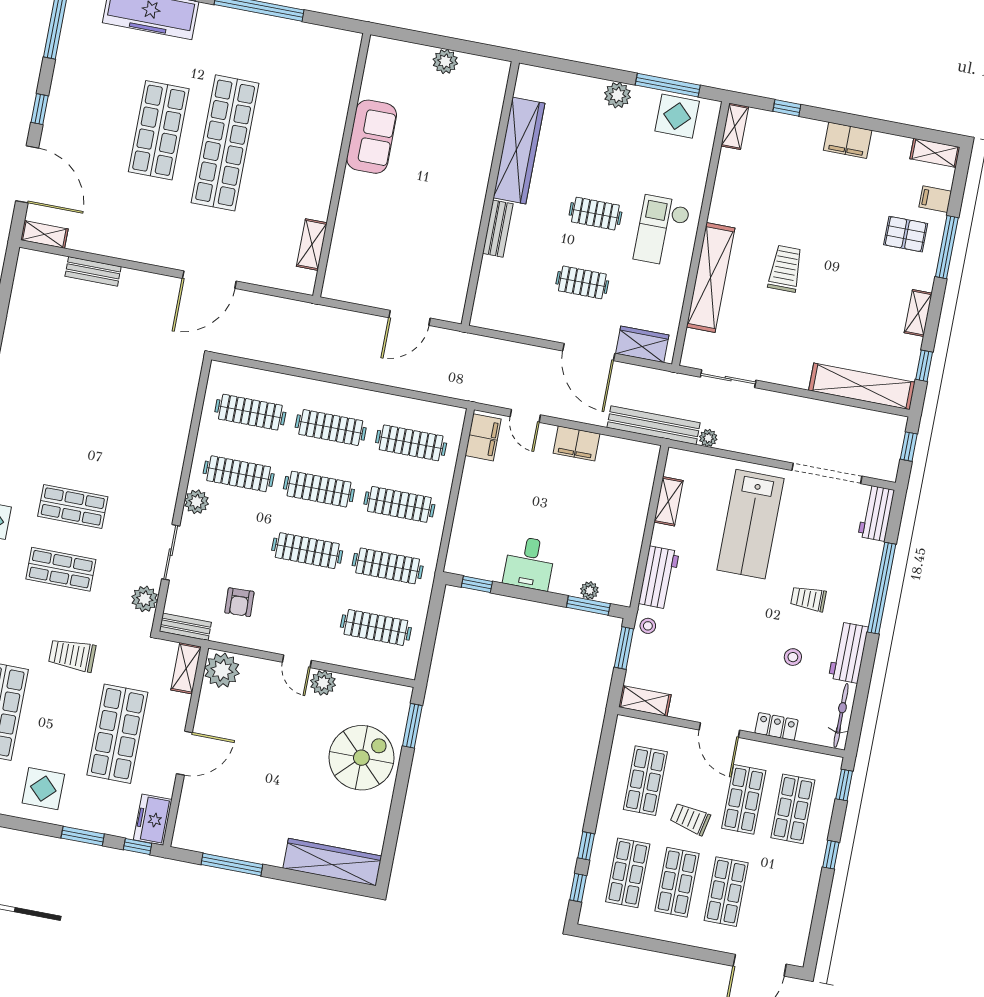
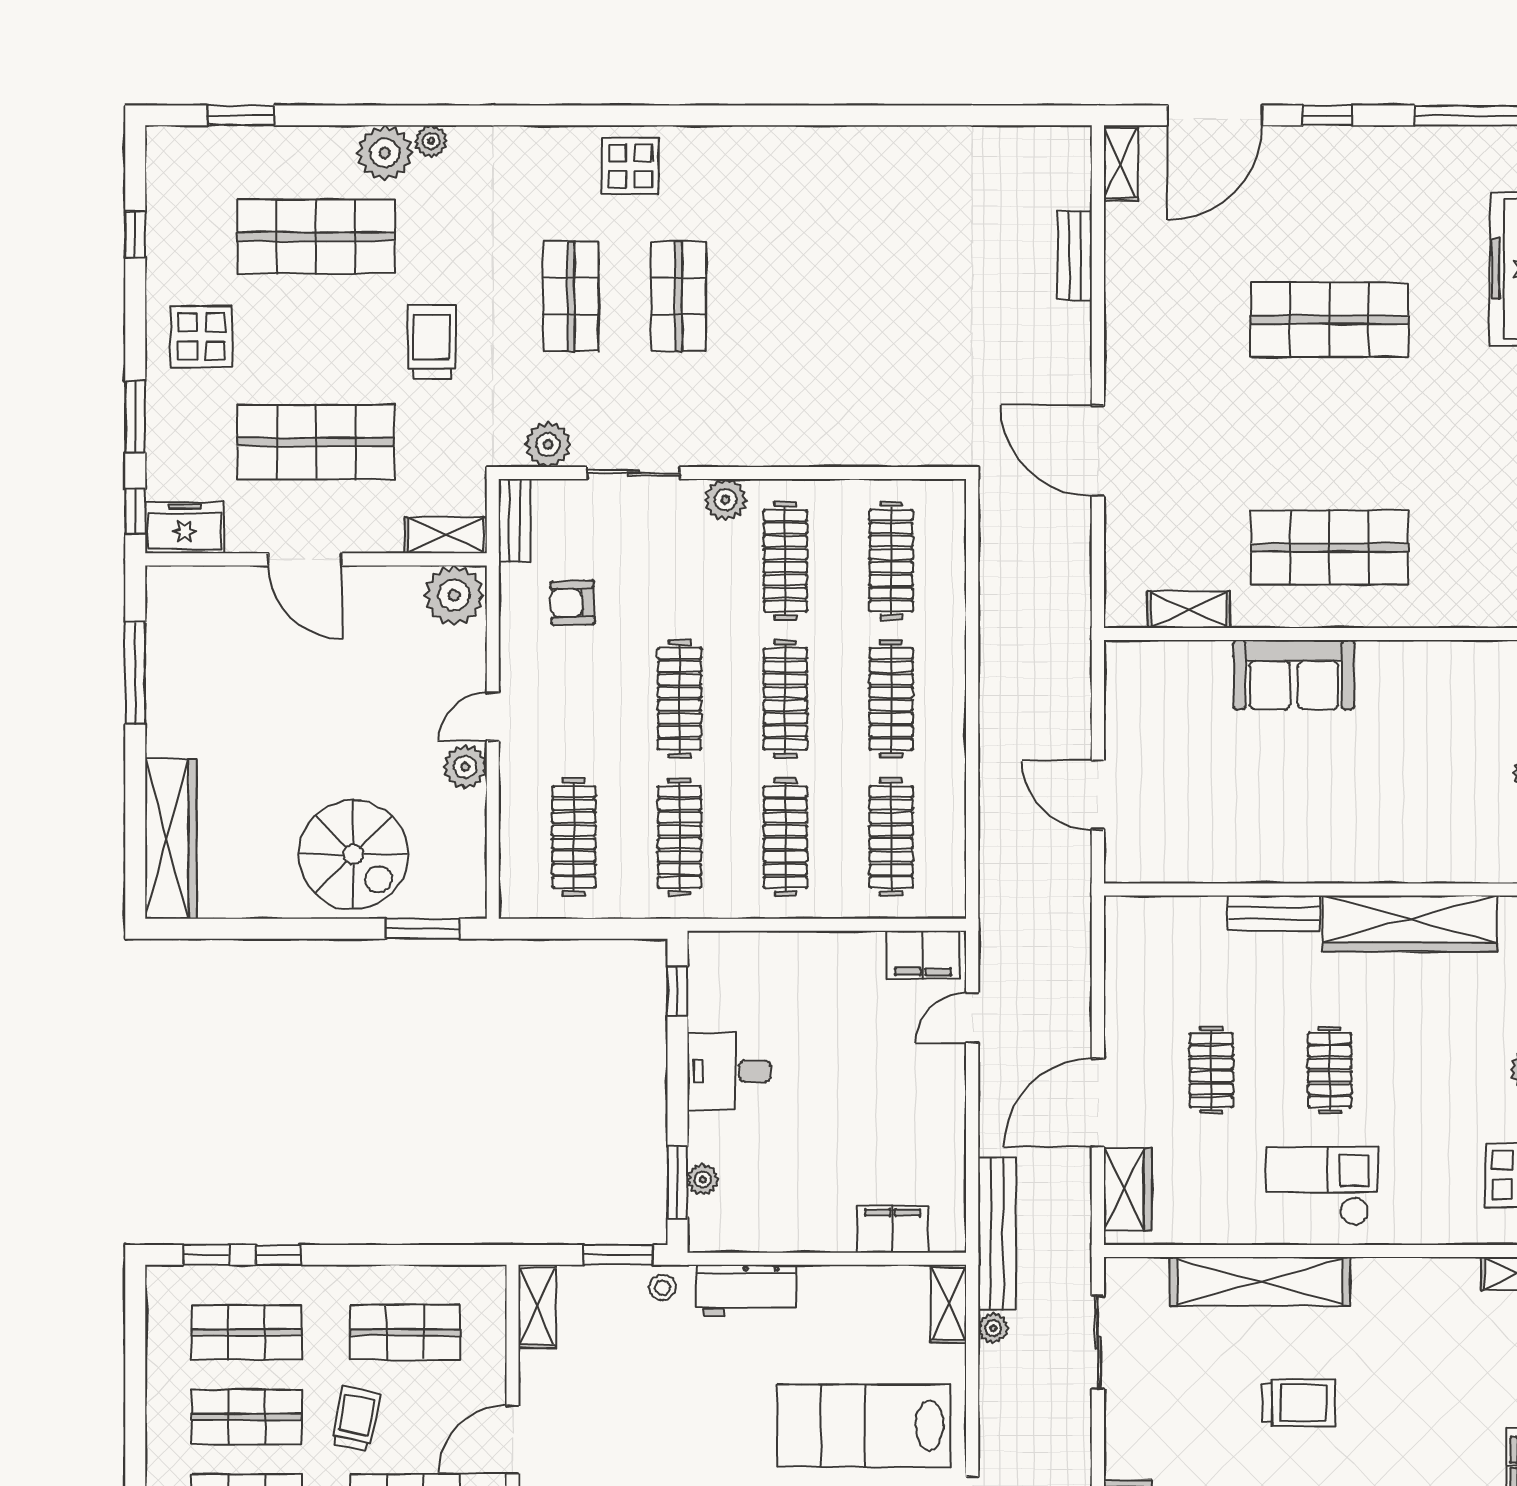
sofa: (372, 137) -> (1294, 675), moved
shop shelf: (225, 143) -> (1330, 548), moved, width x0.71
filing cabinet: (576, 443) -> (893, 1229), moved, turned 90
shelving: (668, 501) -> (949, 1304), moved, turned 90

